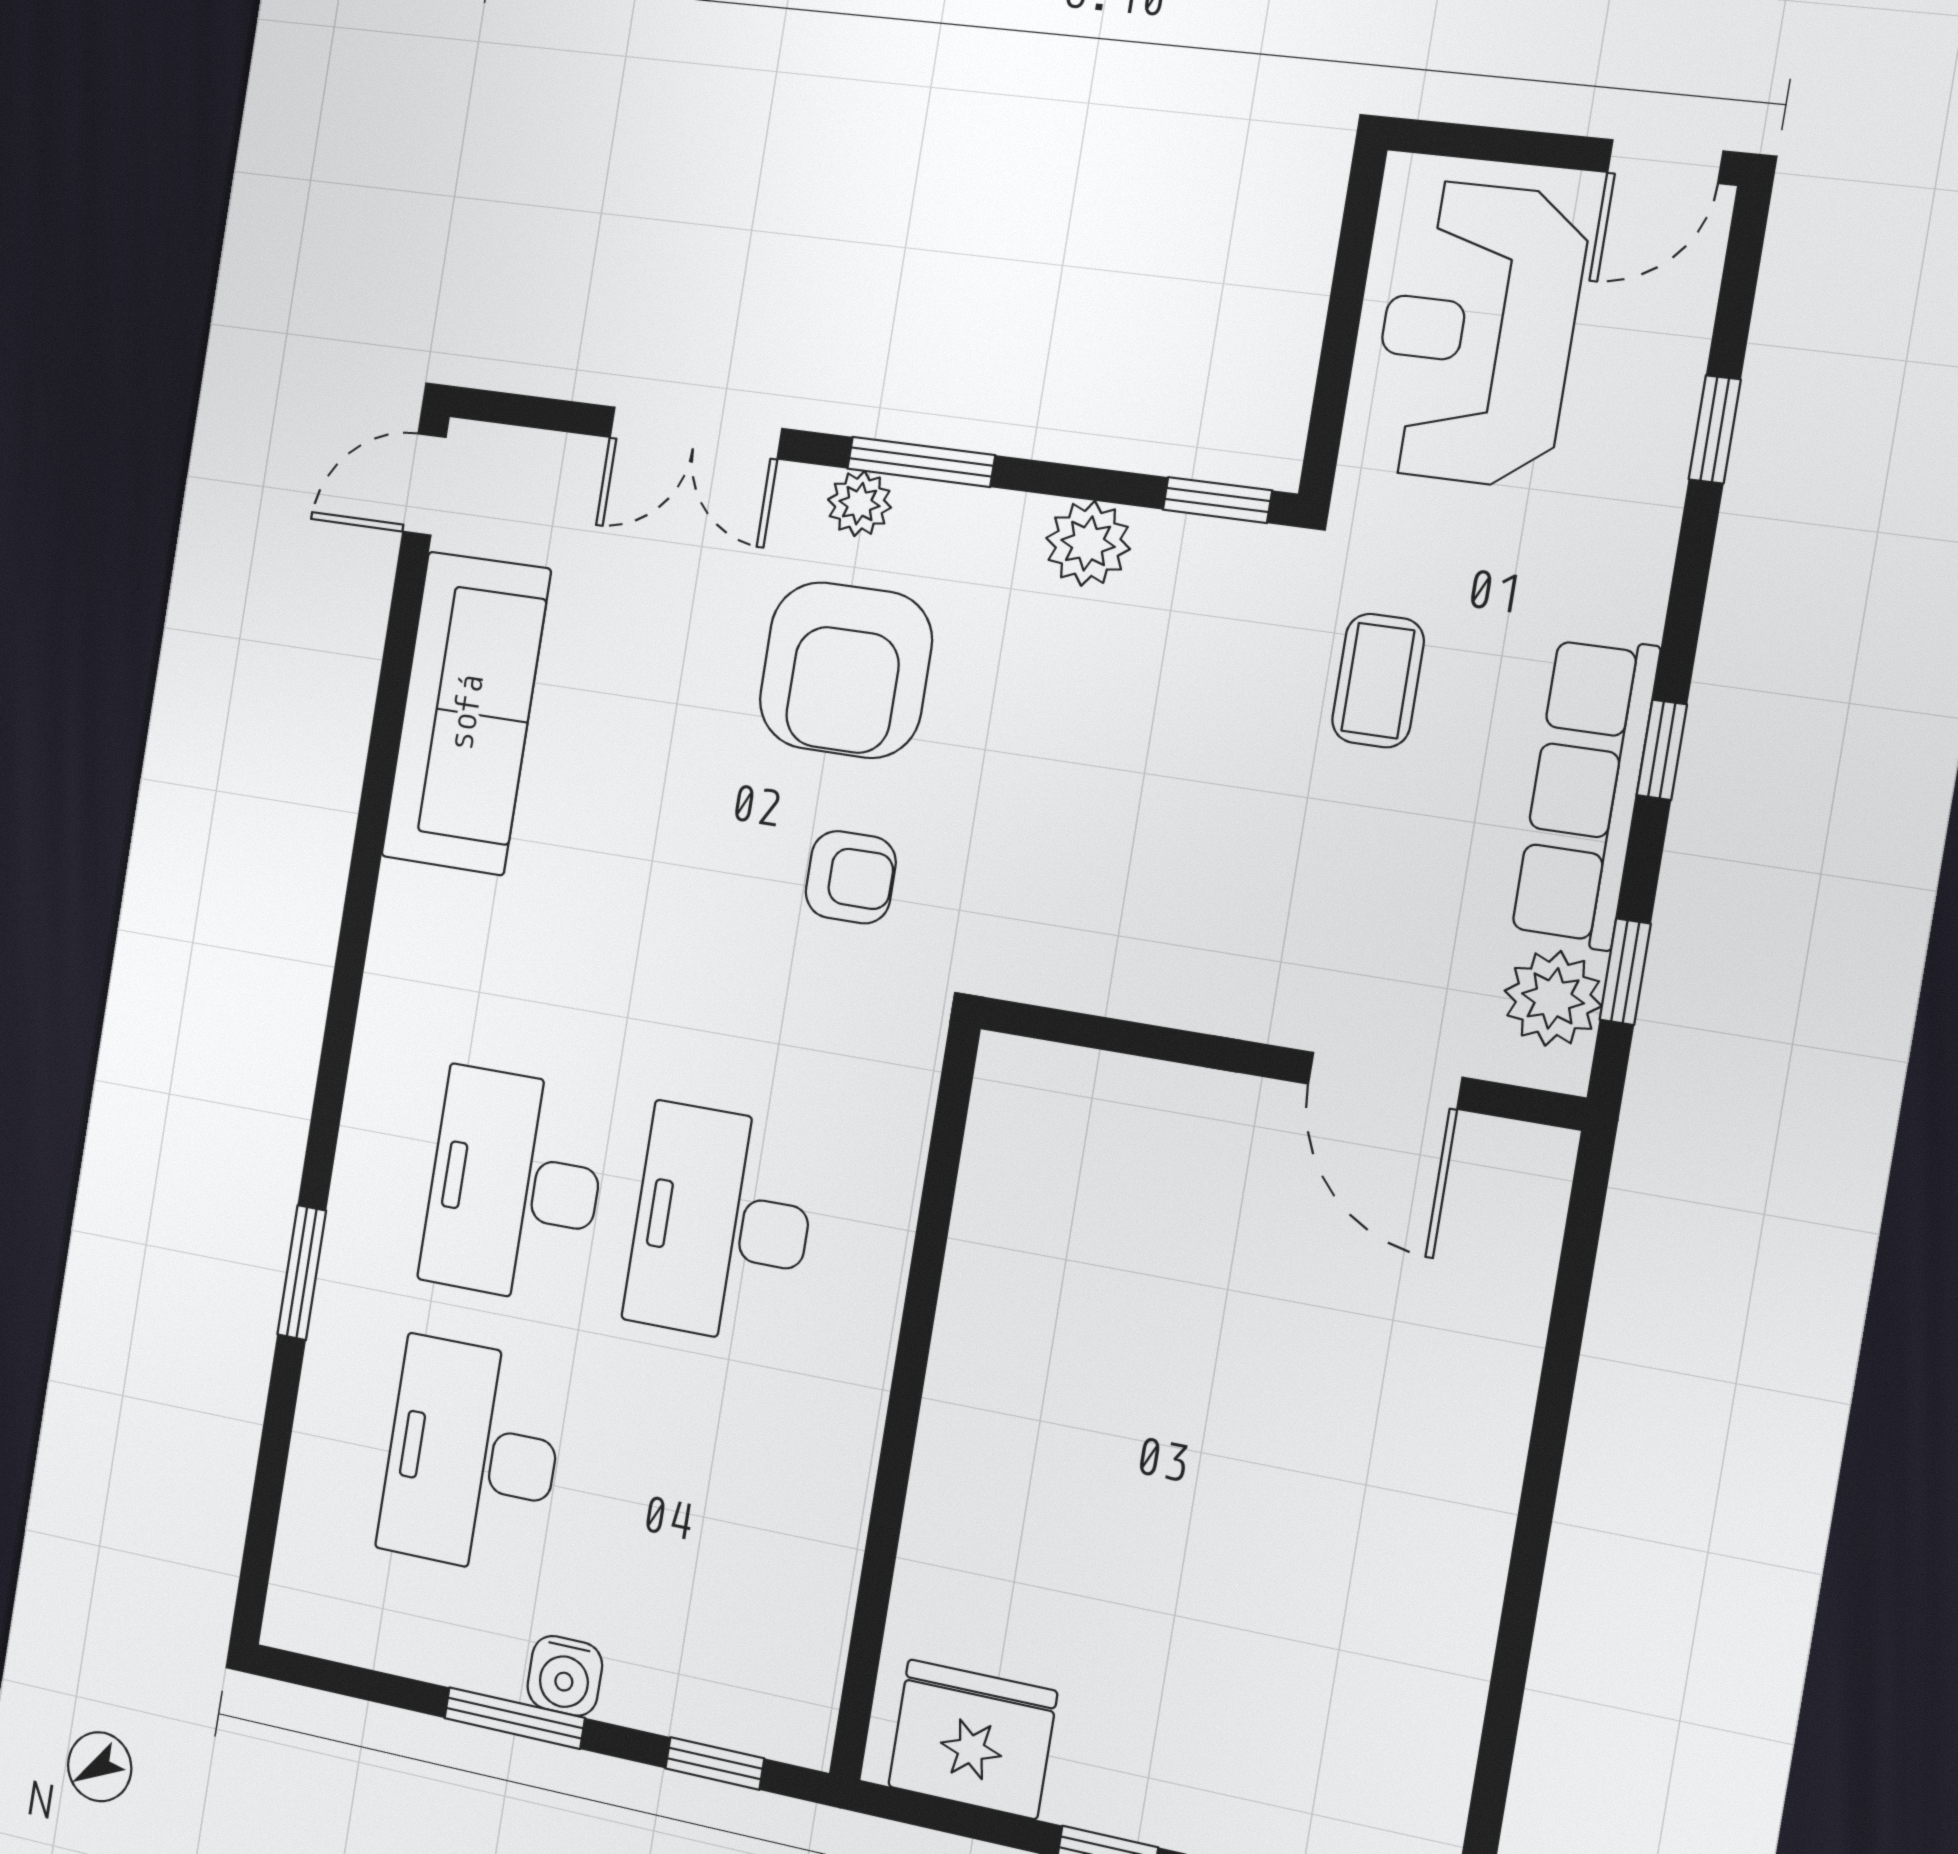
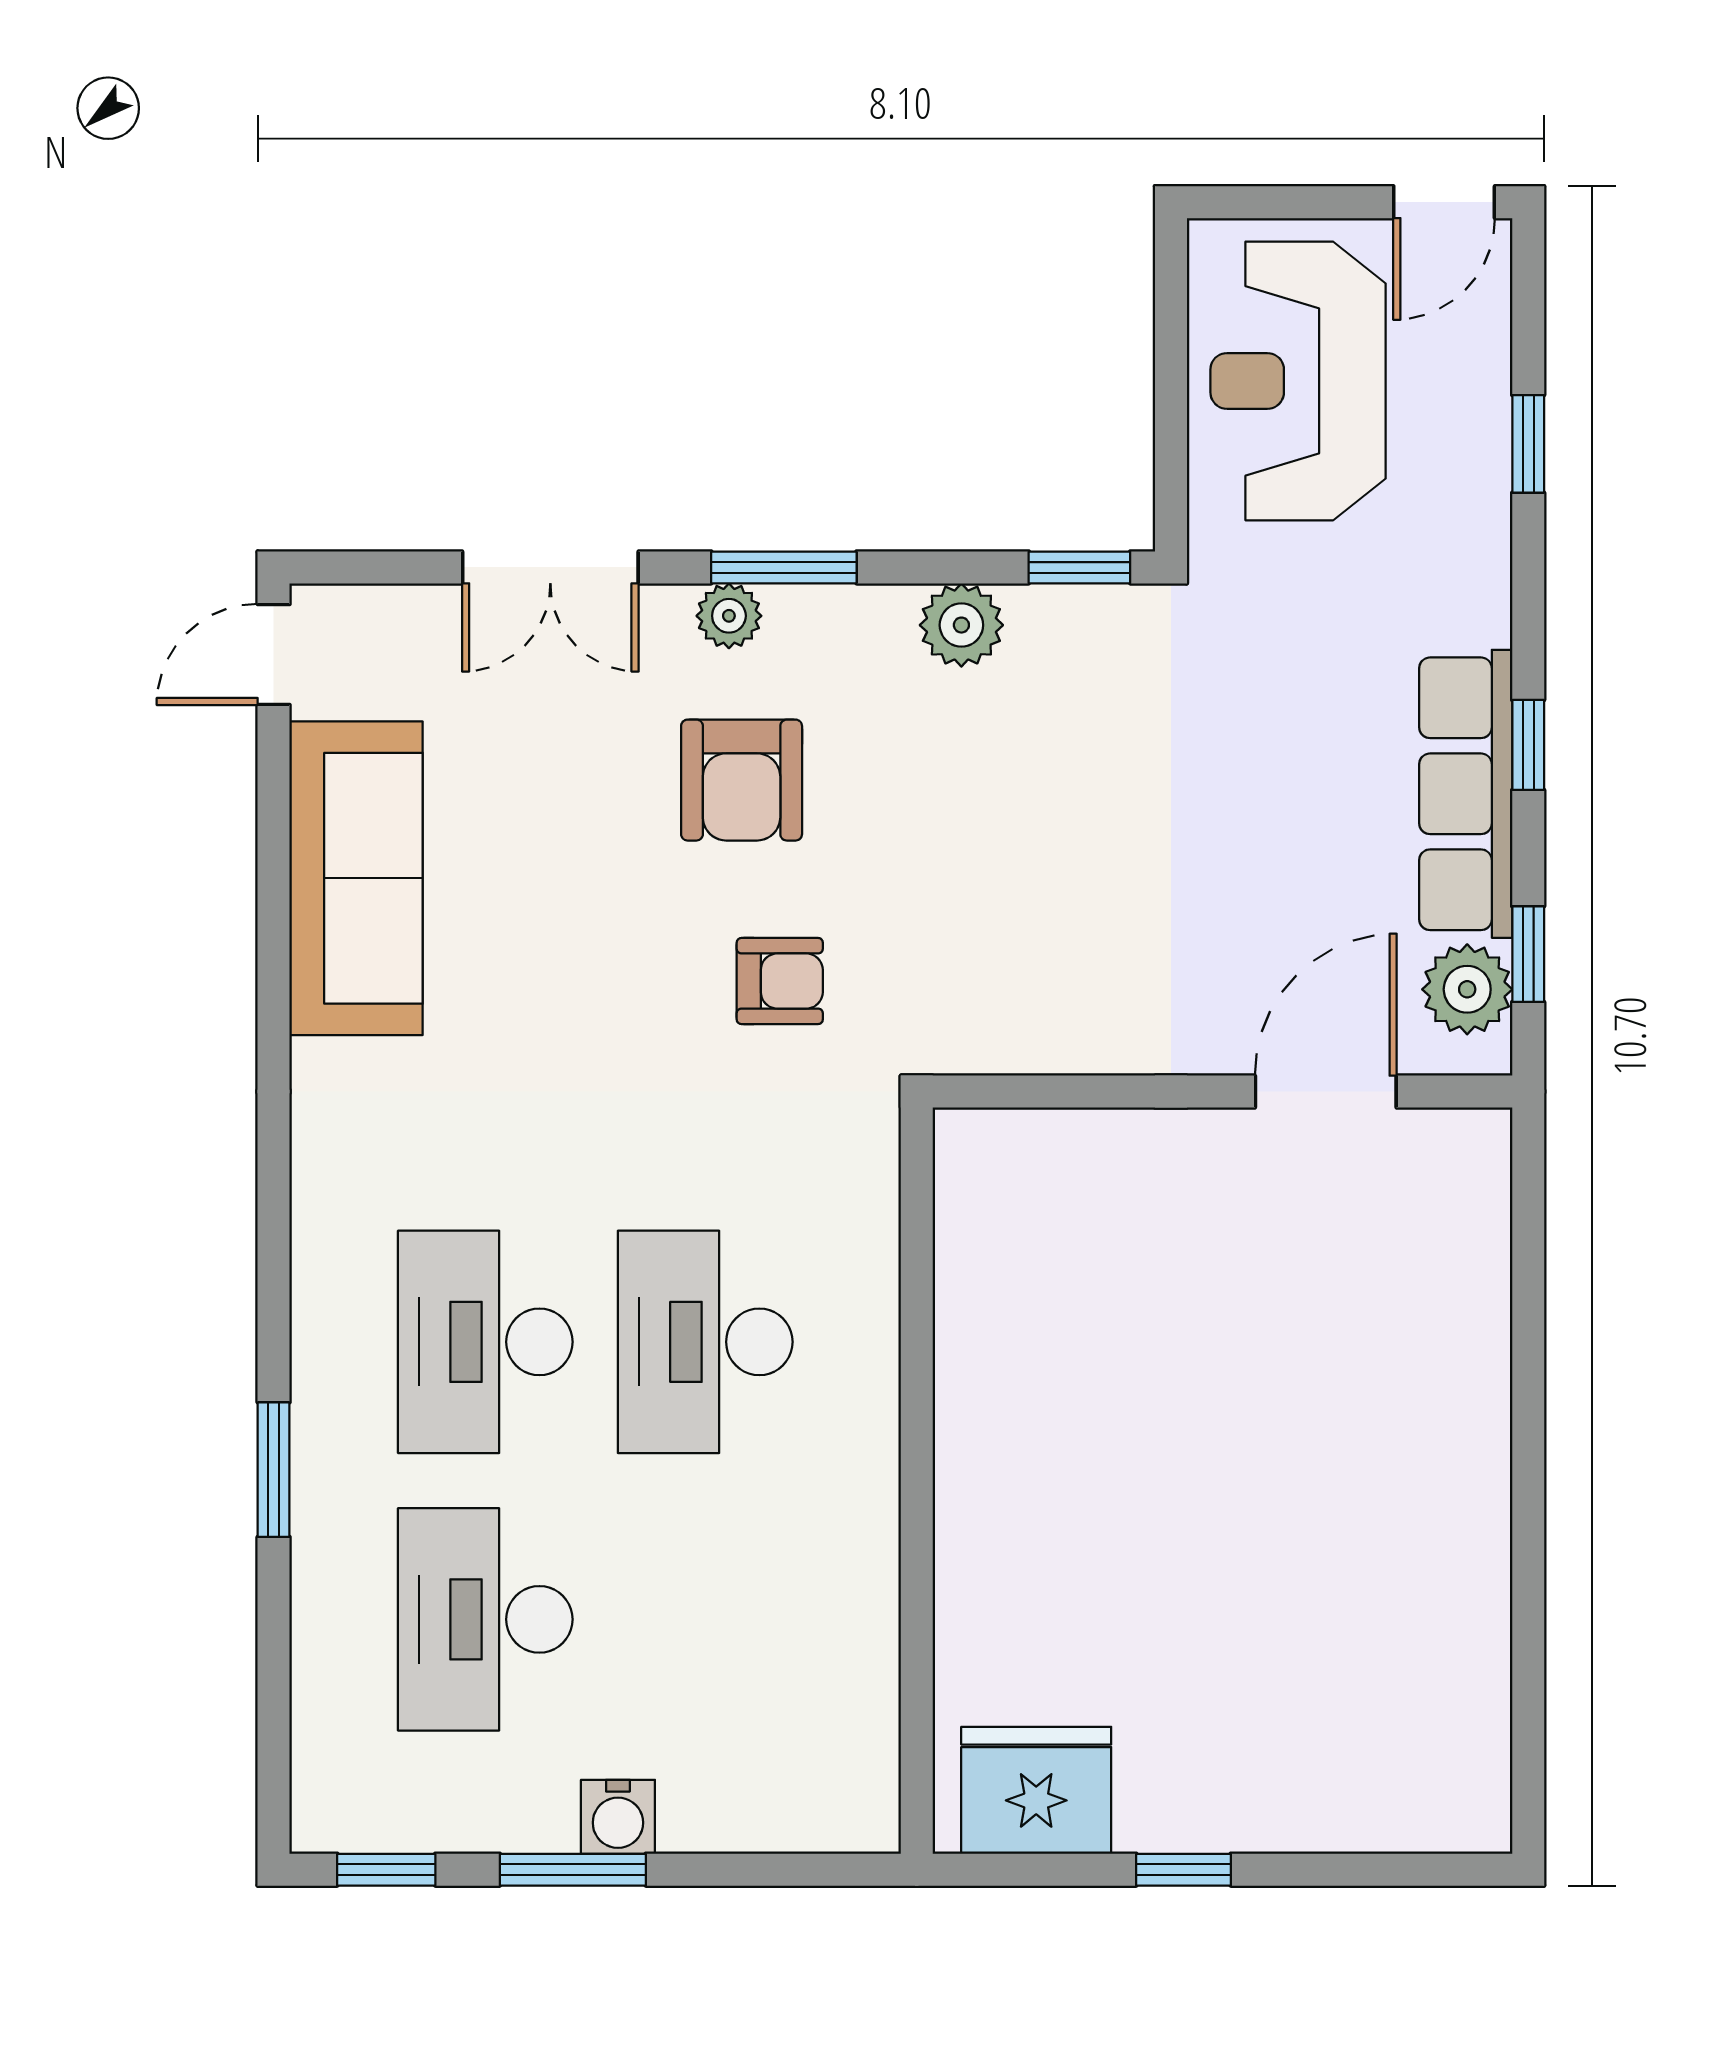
armchair: (846, 670) -> (742, 780), width x0.73, depth x0.73
coffee table: (1378, 681) -> (1259, 718), removed
door: (1385, 1081) -> (1326, 1092), swing flipped
window: (715, 1763) -> (386, 1870), moved

